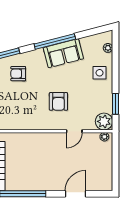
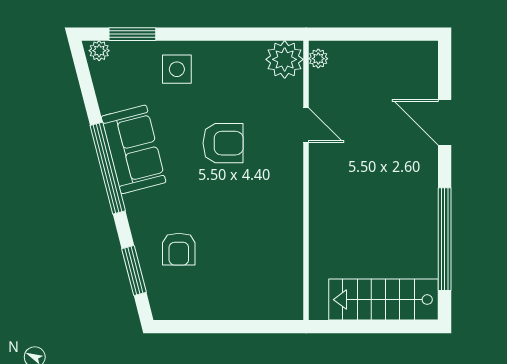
plant: (108, 48) -> (99, 51), moved
armchair: (58, 101) -> (223, 143), moved
window: (115, 104) -> (132, 34), moved

